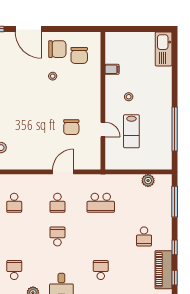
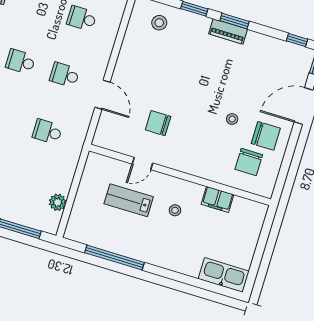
chair: (57, 49) -> (266, 136), turned -90
chair: (79, 55) -> (249, 162), turned -90
filing cabinet: (112, 69) -> (217, 199), width x2.00
school desk: (101, 203) -> (47, 132), width x0.54
school desk: (57, 236) -> (21, 62), turned 180

